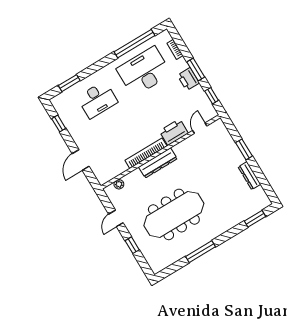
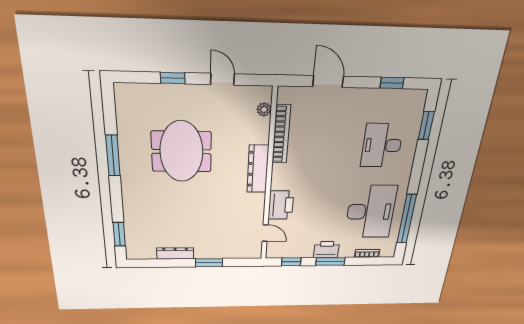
bookcase: (146, 153) -> (281, 134), moved
meeting table: (174, 214) -> (181, 152), width x0.73

